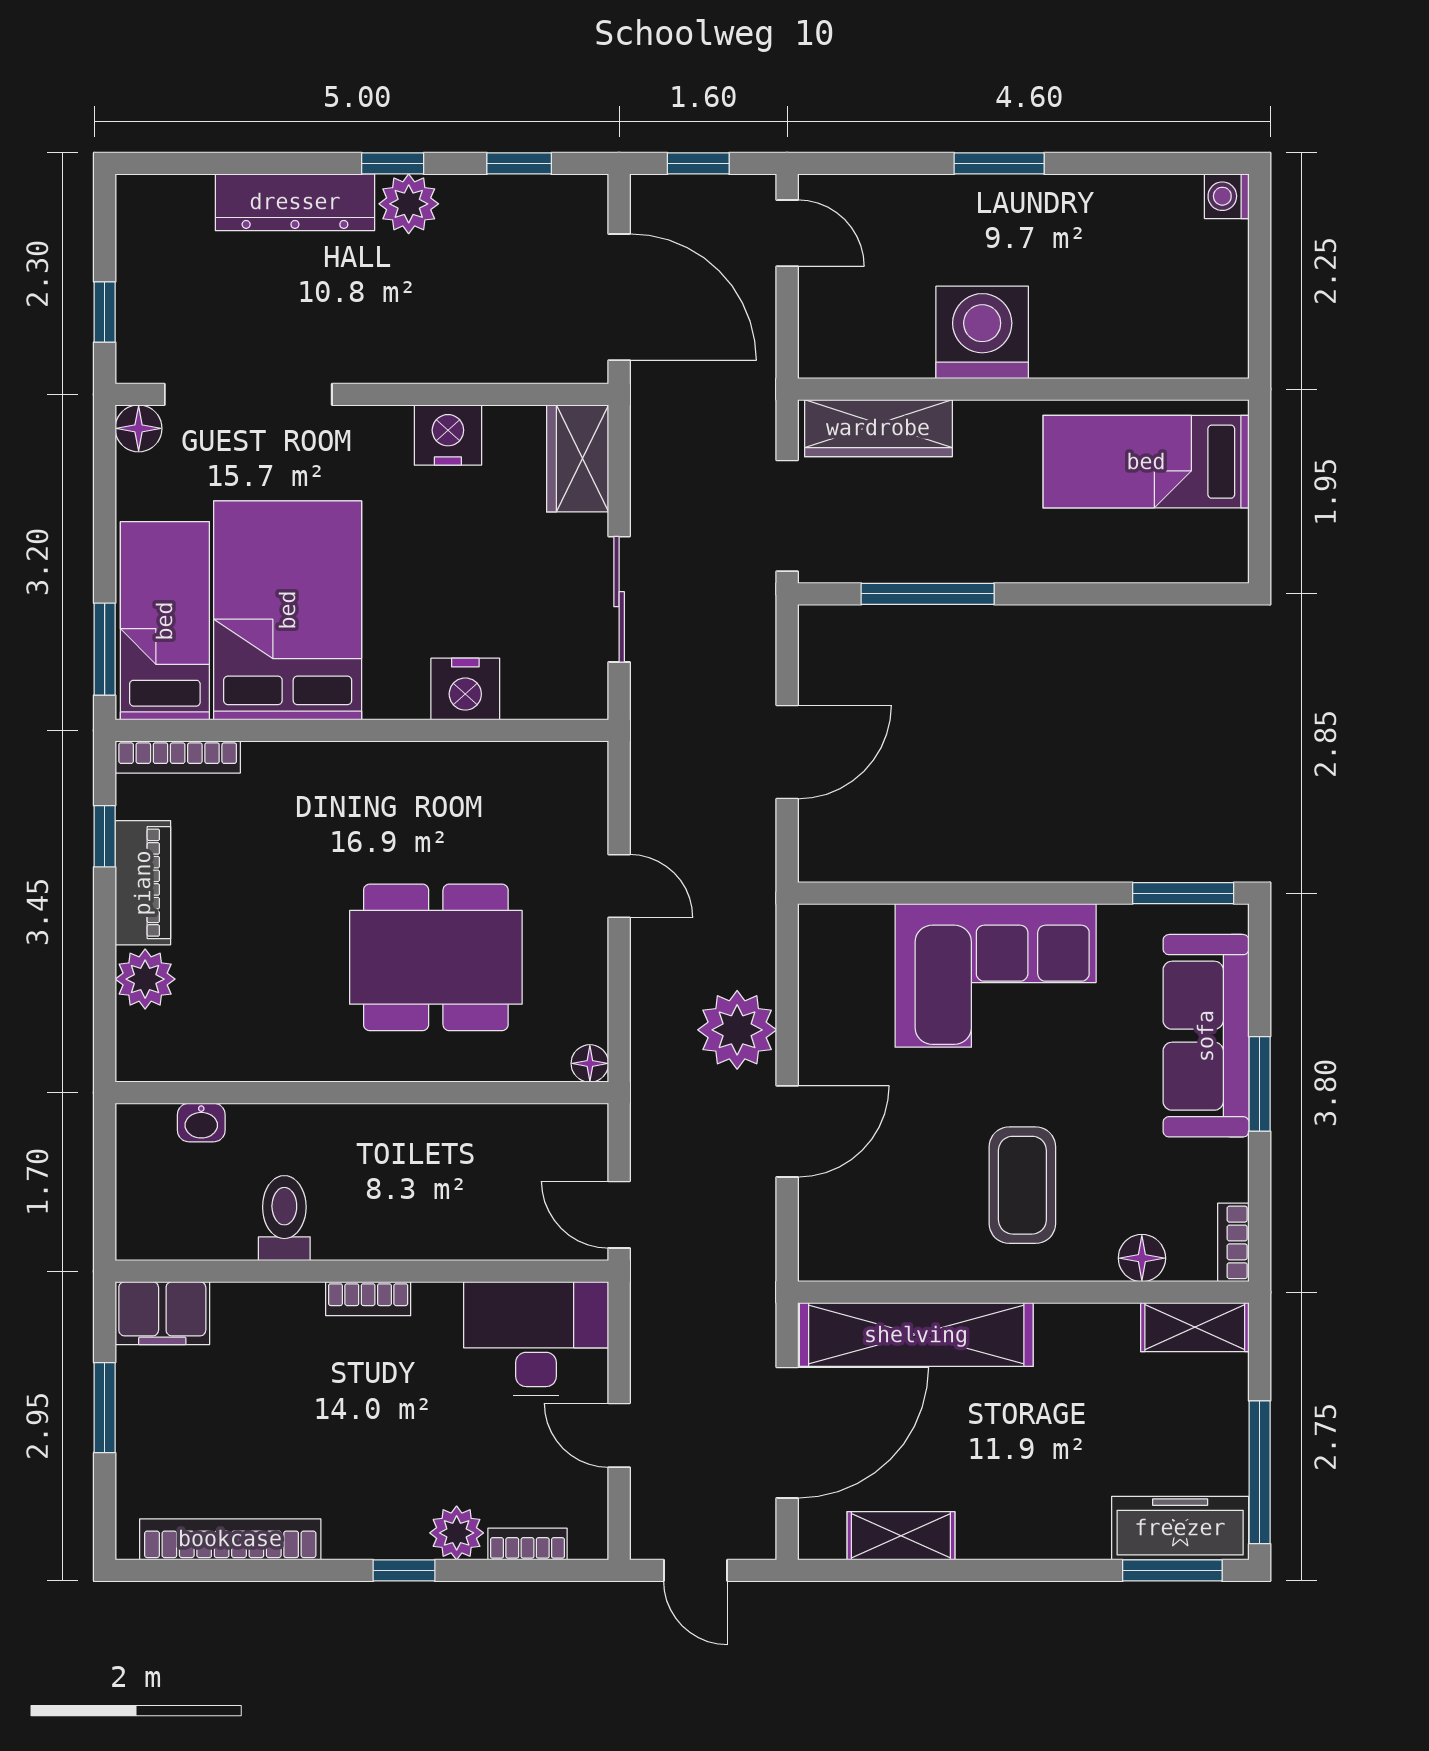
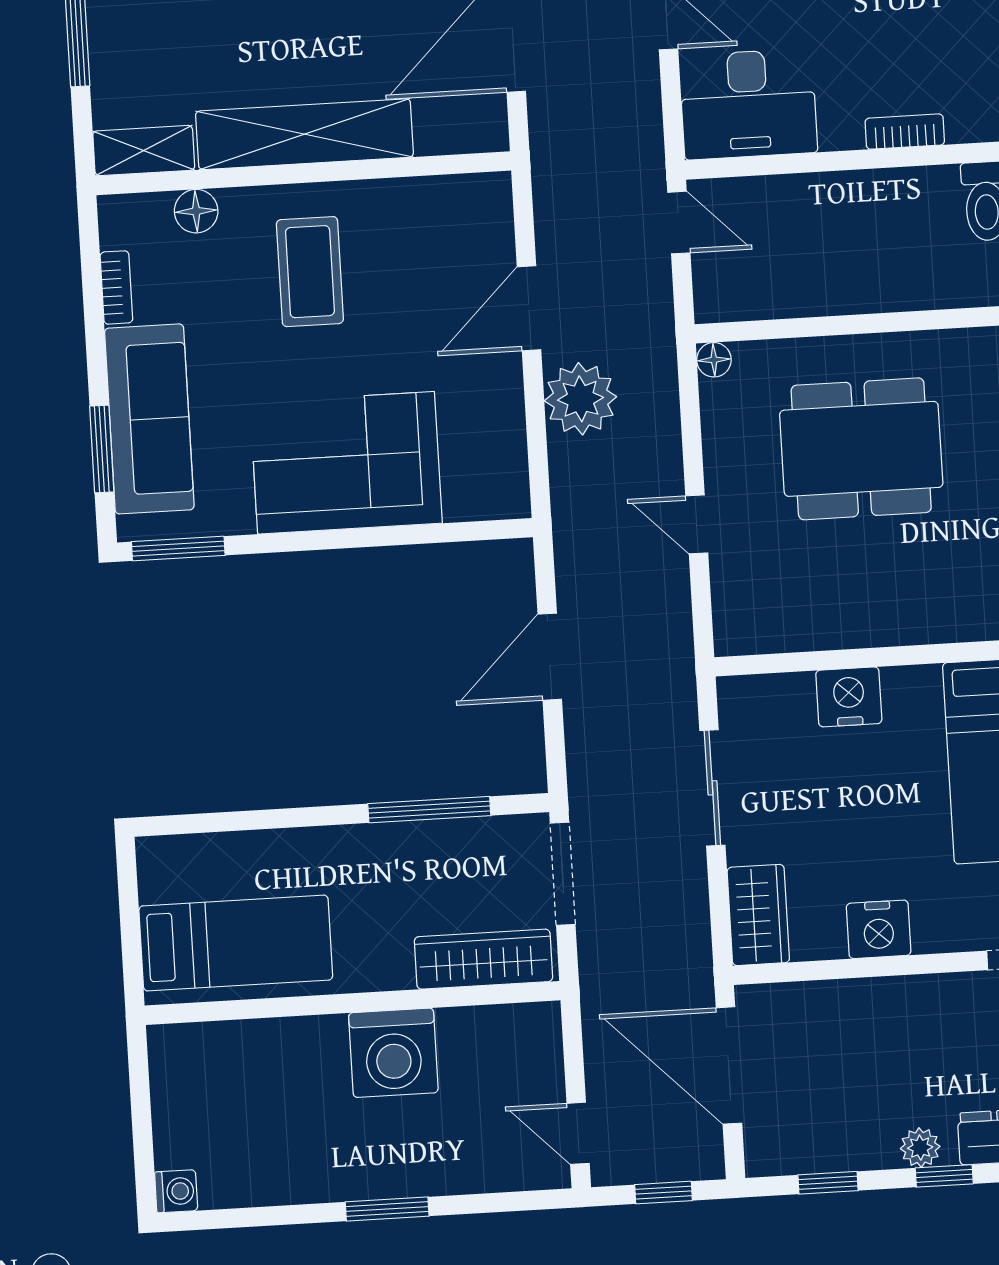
plant: (409, 204) -> (920, 1148), width x0.73, depth x0.73
window: (1260, 1084) -> (102, 449), moved
bookcase: (1233, 1242) -> (116, 287), moved
shelving: (916, 1335) -> (304, 134), moved

